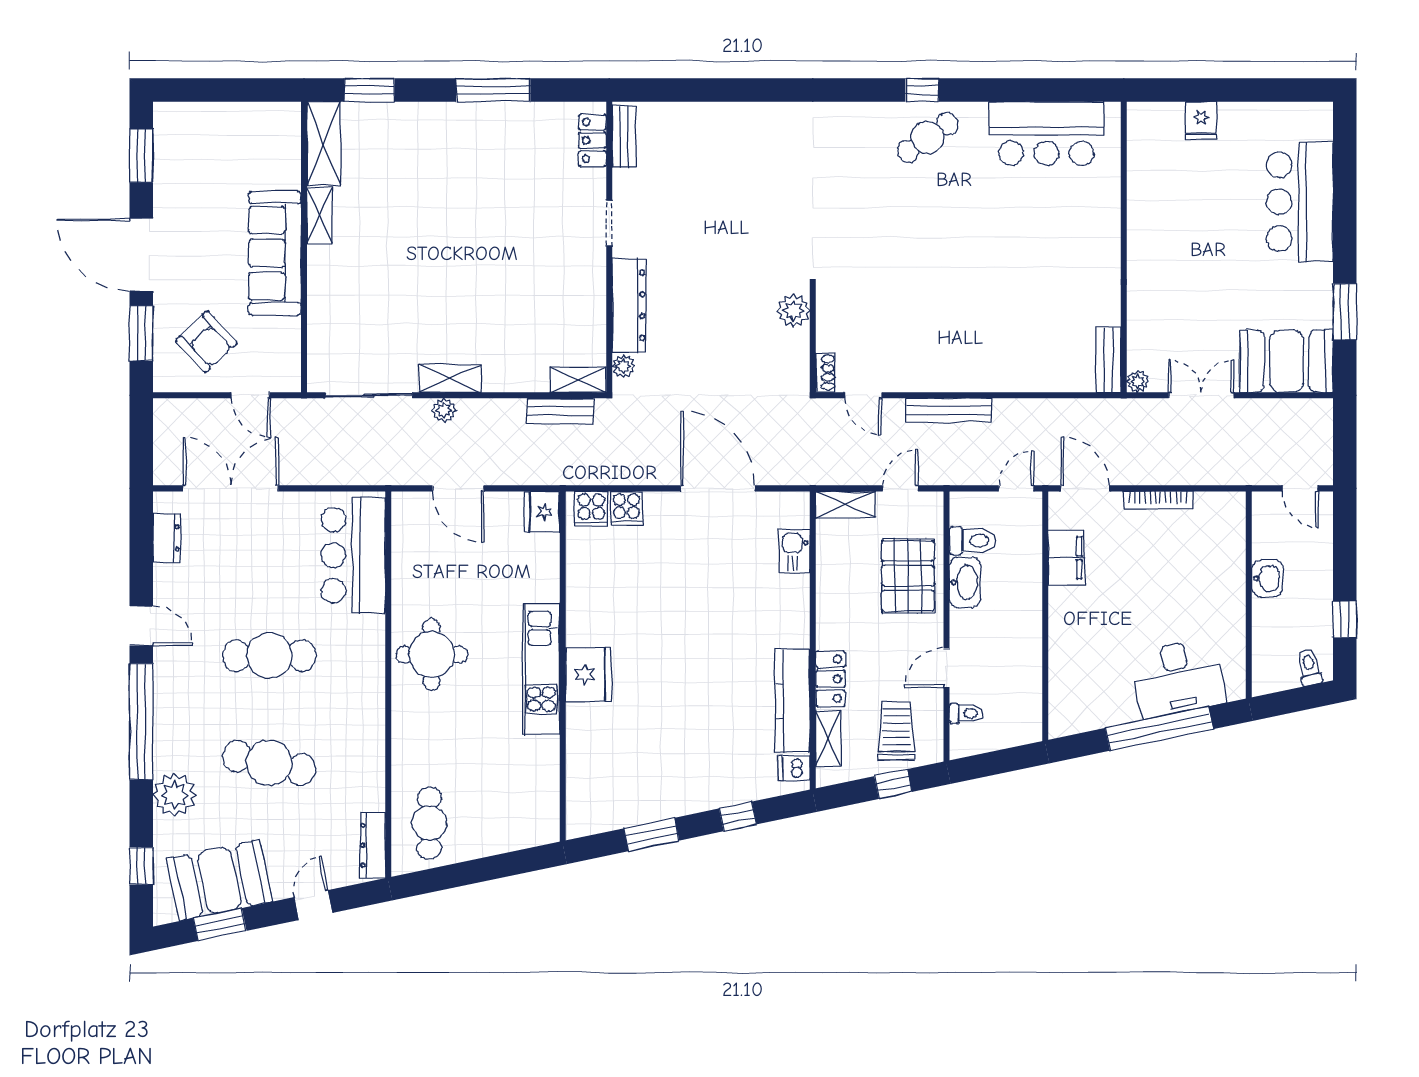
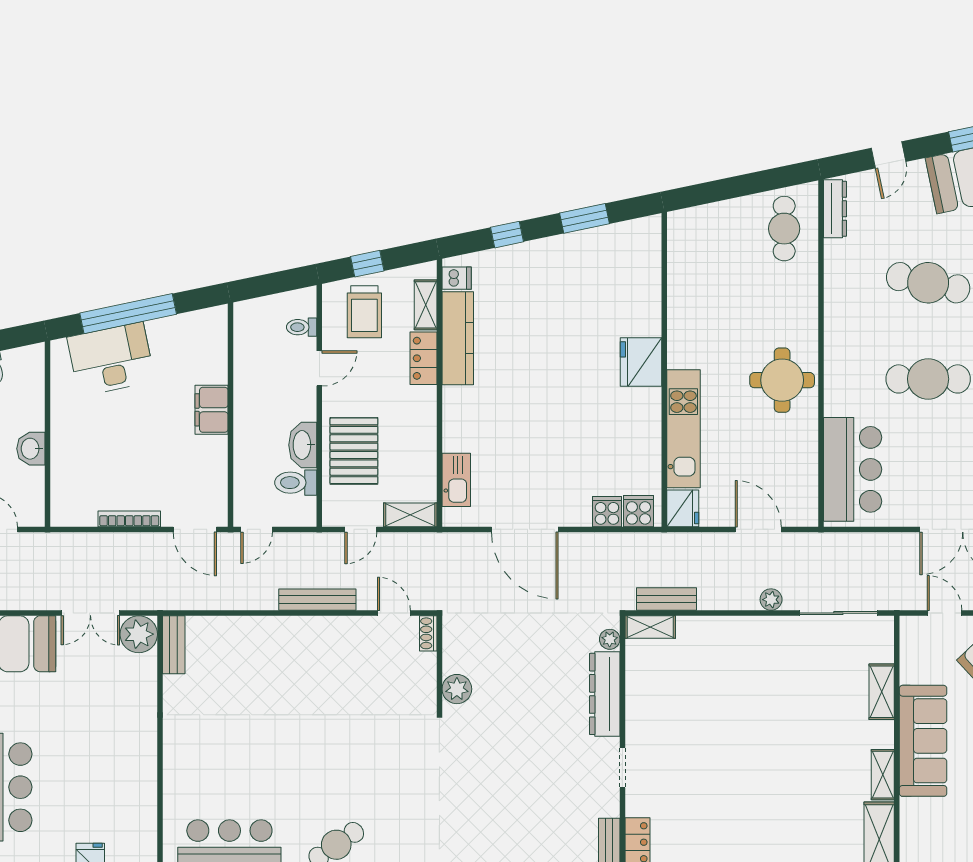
shelving: (450, 378) -> (882, 692), moved, turned 90
plant: (1138, 381) -> (139, 634), width x1.88, depth x1.88
kitchen sink: (794, 552) -> (456, 480), width x1.38
filing cabinet: (1066, 558) -> (211, 410), moved
kitchen unit: (541, 669) -> (683, 429), moved

